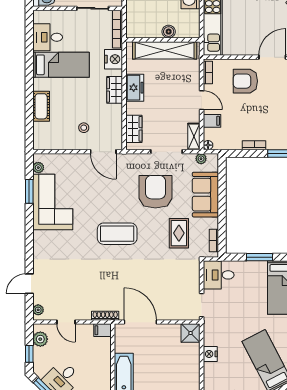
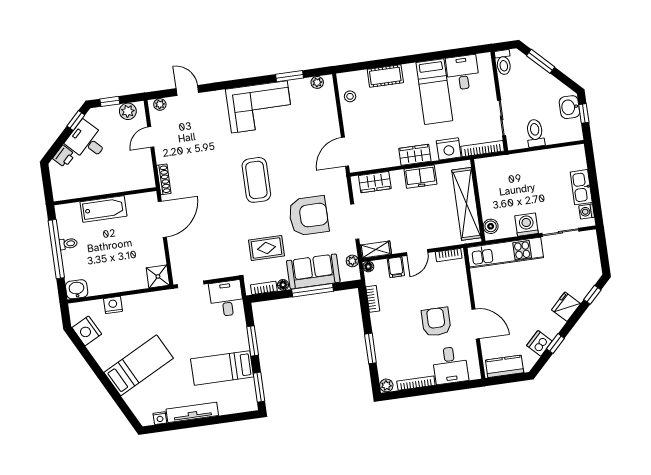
boiler: (169, 32) -> (491, 226), moved
armchair: (245, 81) -> (436, 322), moved
stool: (84, 128) -> (350, 96), moved
bookcase: (254, 145) -> (373, 299), moved
window: (222, 198) -> (313, 290), added
corner sofa: (53, 202) -> (259, 107), moved
floor lamp: (214, 223) -> (283, 285), added
filing cabinet: (102, 330) -> (147, 179), removed
nightstand: (210, 354) -> (113, 305), moved

